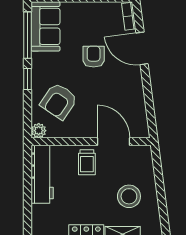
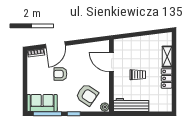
door: (114, 142) -> (111, 62), hinge flipped
trolley: (87, 162) -> (138, 75), moved
stool: (129, 196) -> (144, 53), removed

